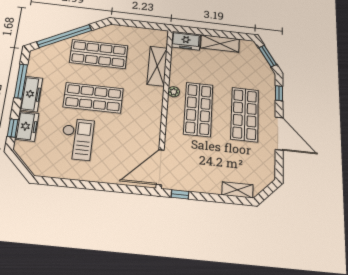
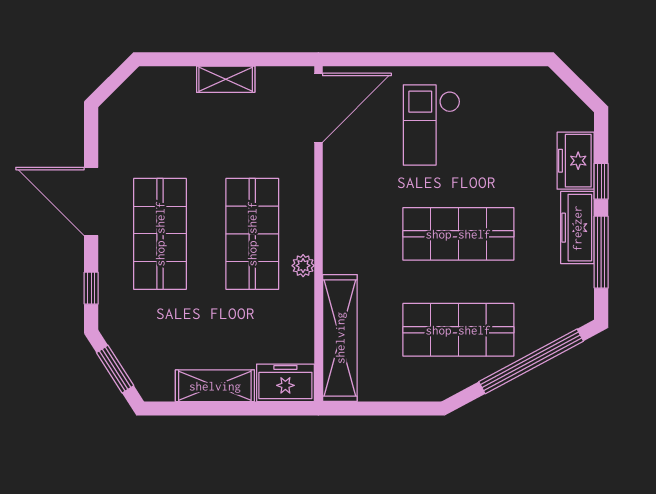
shelving: (157, 66) -> (340, 338), width x1.47
window: (13, 128) -> (601, 181), moved
checkout: (77, 139) -> (432, 125), moved
shelving: (237, 190) -> (226, 79), moved
window: (180, 194) -> (278, 59), removed

